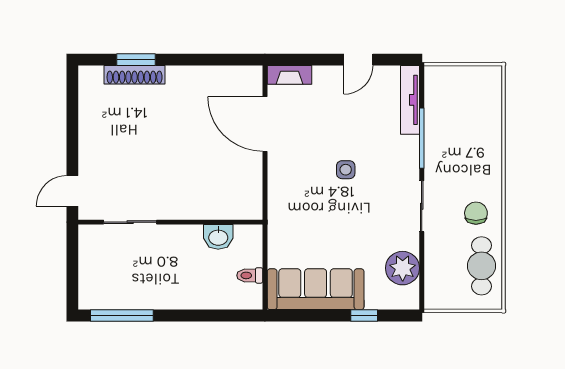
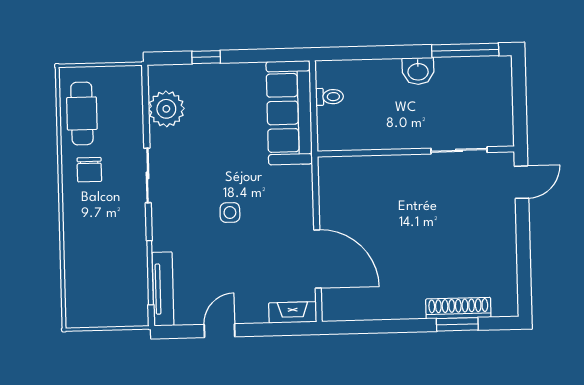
window: (422, 138) -> (150, 273), moved
washbasin: (218, 237) -> (418, 71), moved, turned 180
sofa: (316, 289) -> (289, 113), moved, turned 90

